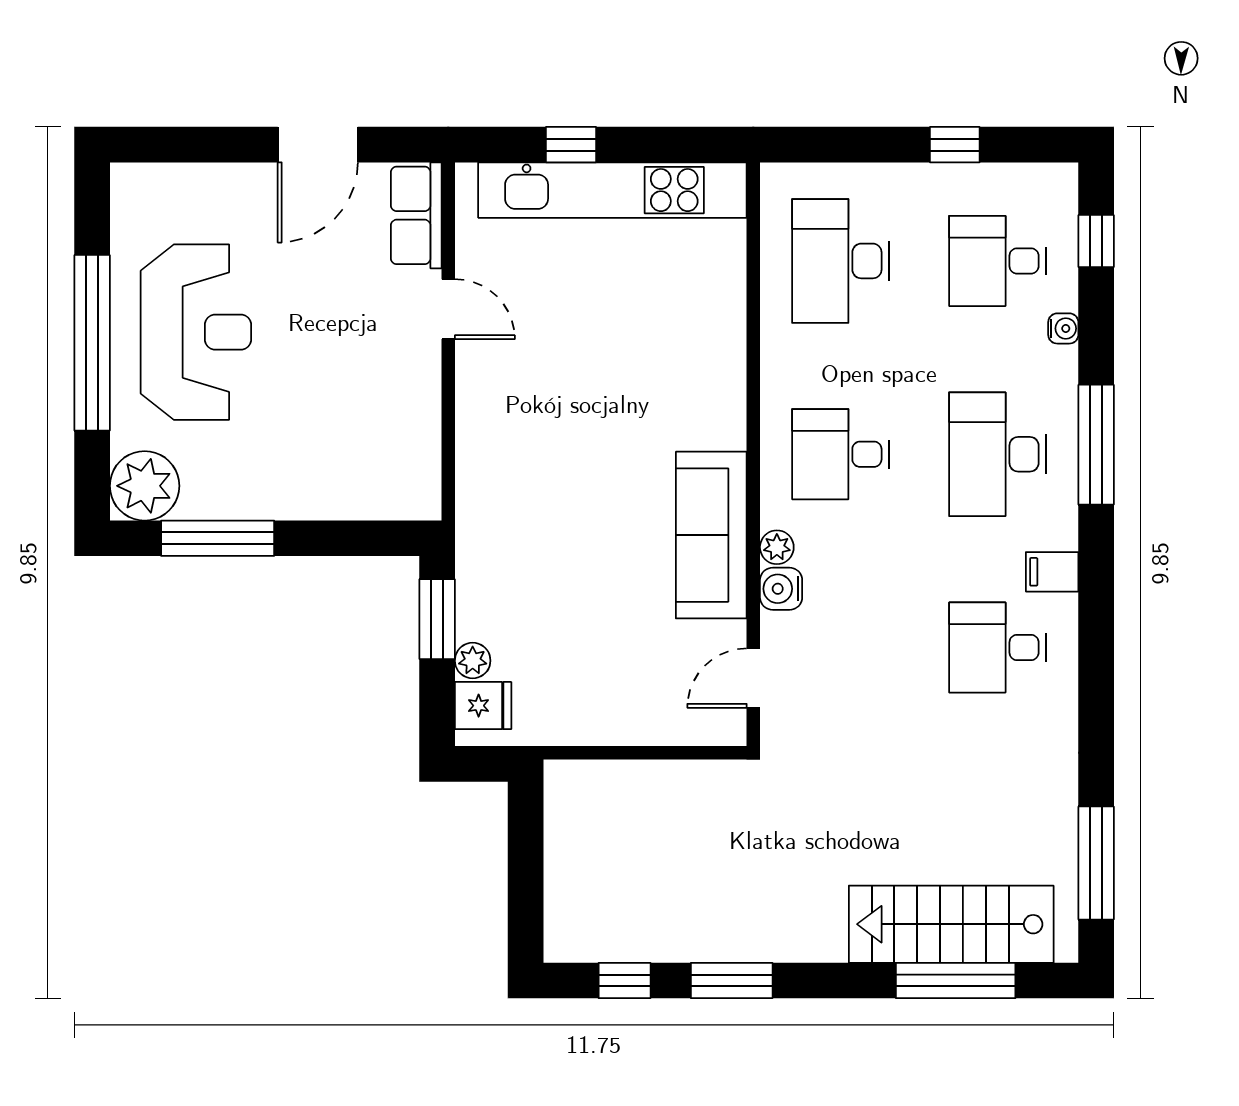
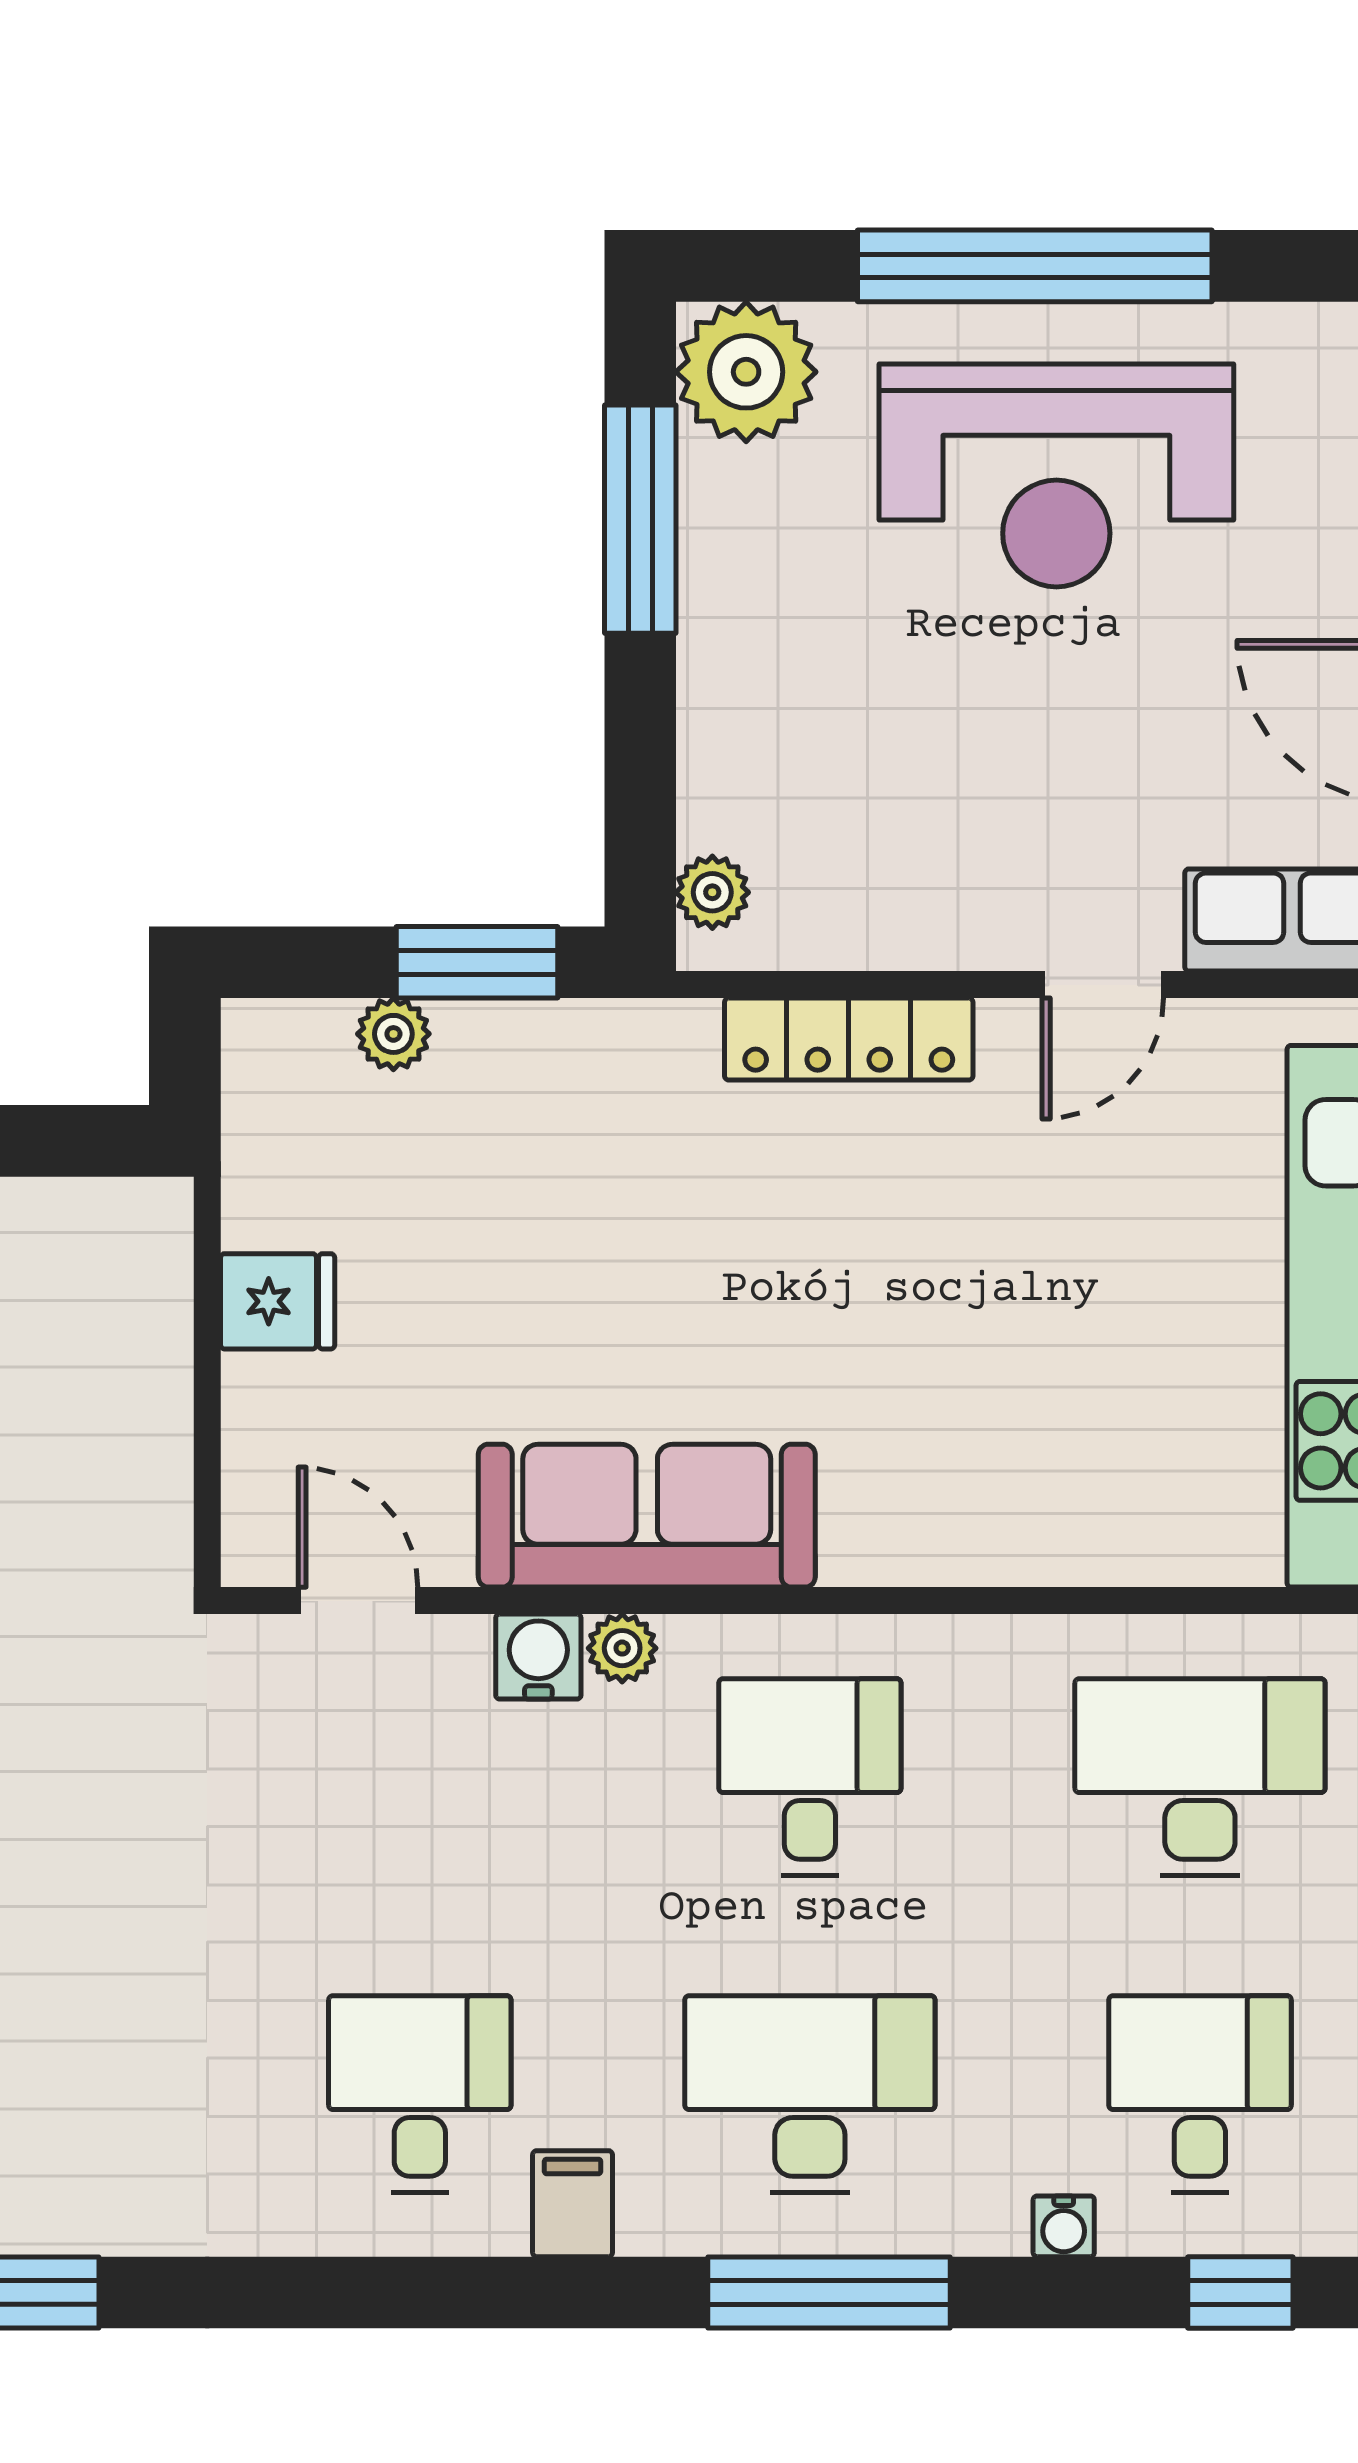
locker: (475, 435) -> (849, 1039), added
plant: (402, 503) -> (712, 892), added
fridge: (483, 706) -> (278, 1301), moved, turned -90

